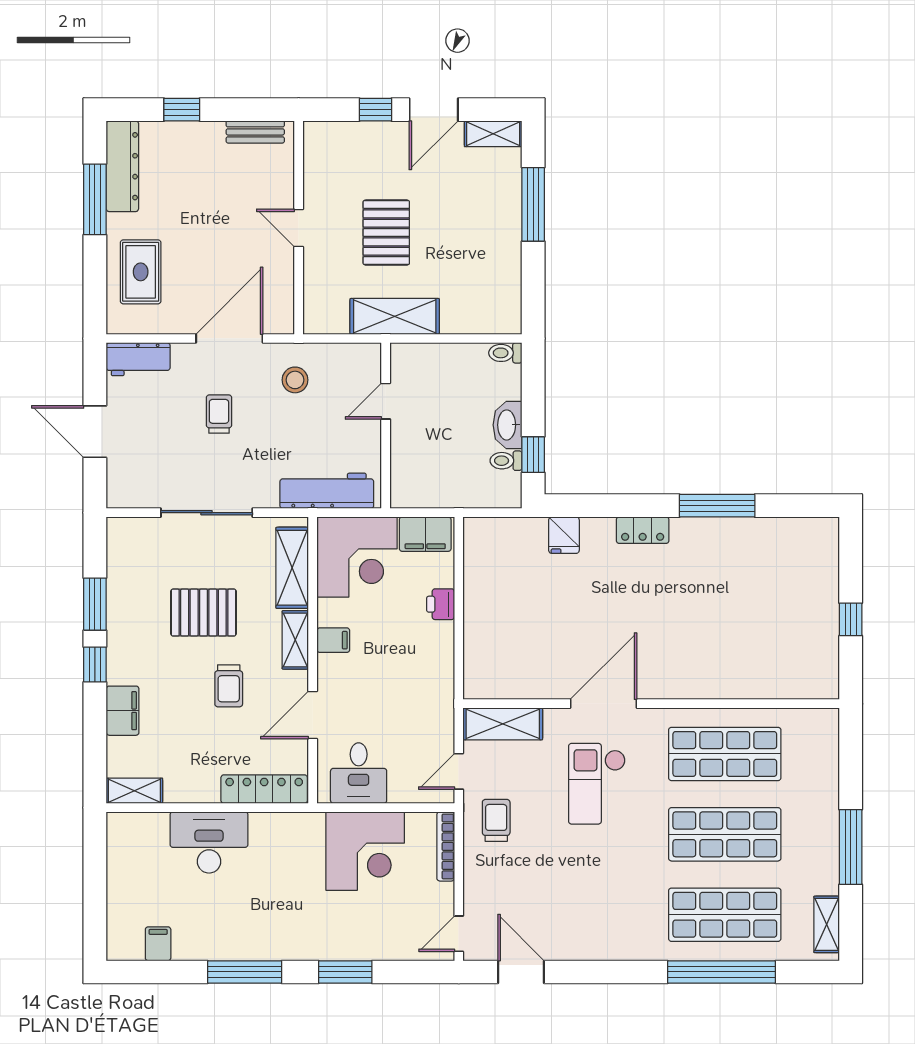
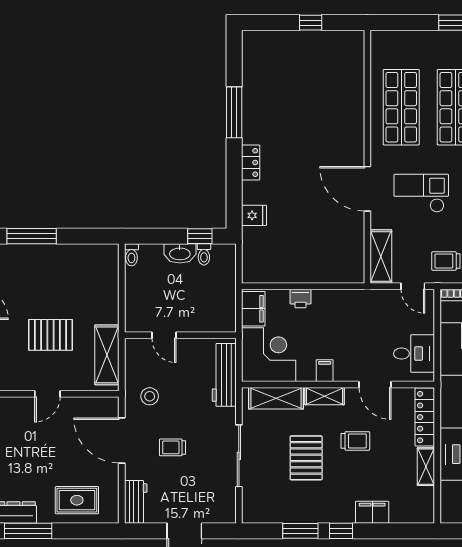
shelving: (395, 316) -> (107, 355), moved
checkout: (597, 784) -> (421, 193), turned 180
shelving: (134, 791) -> (426, 467), moved

